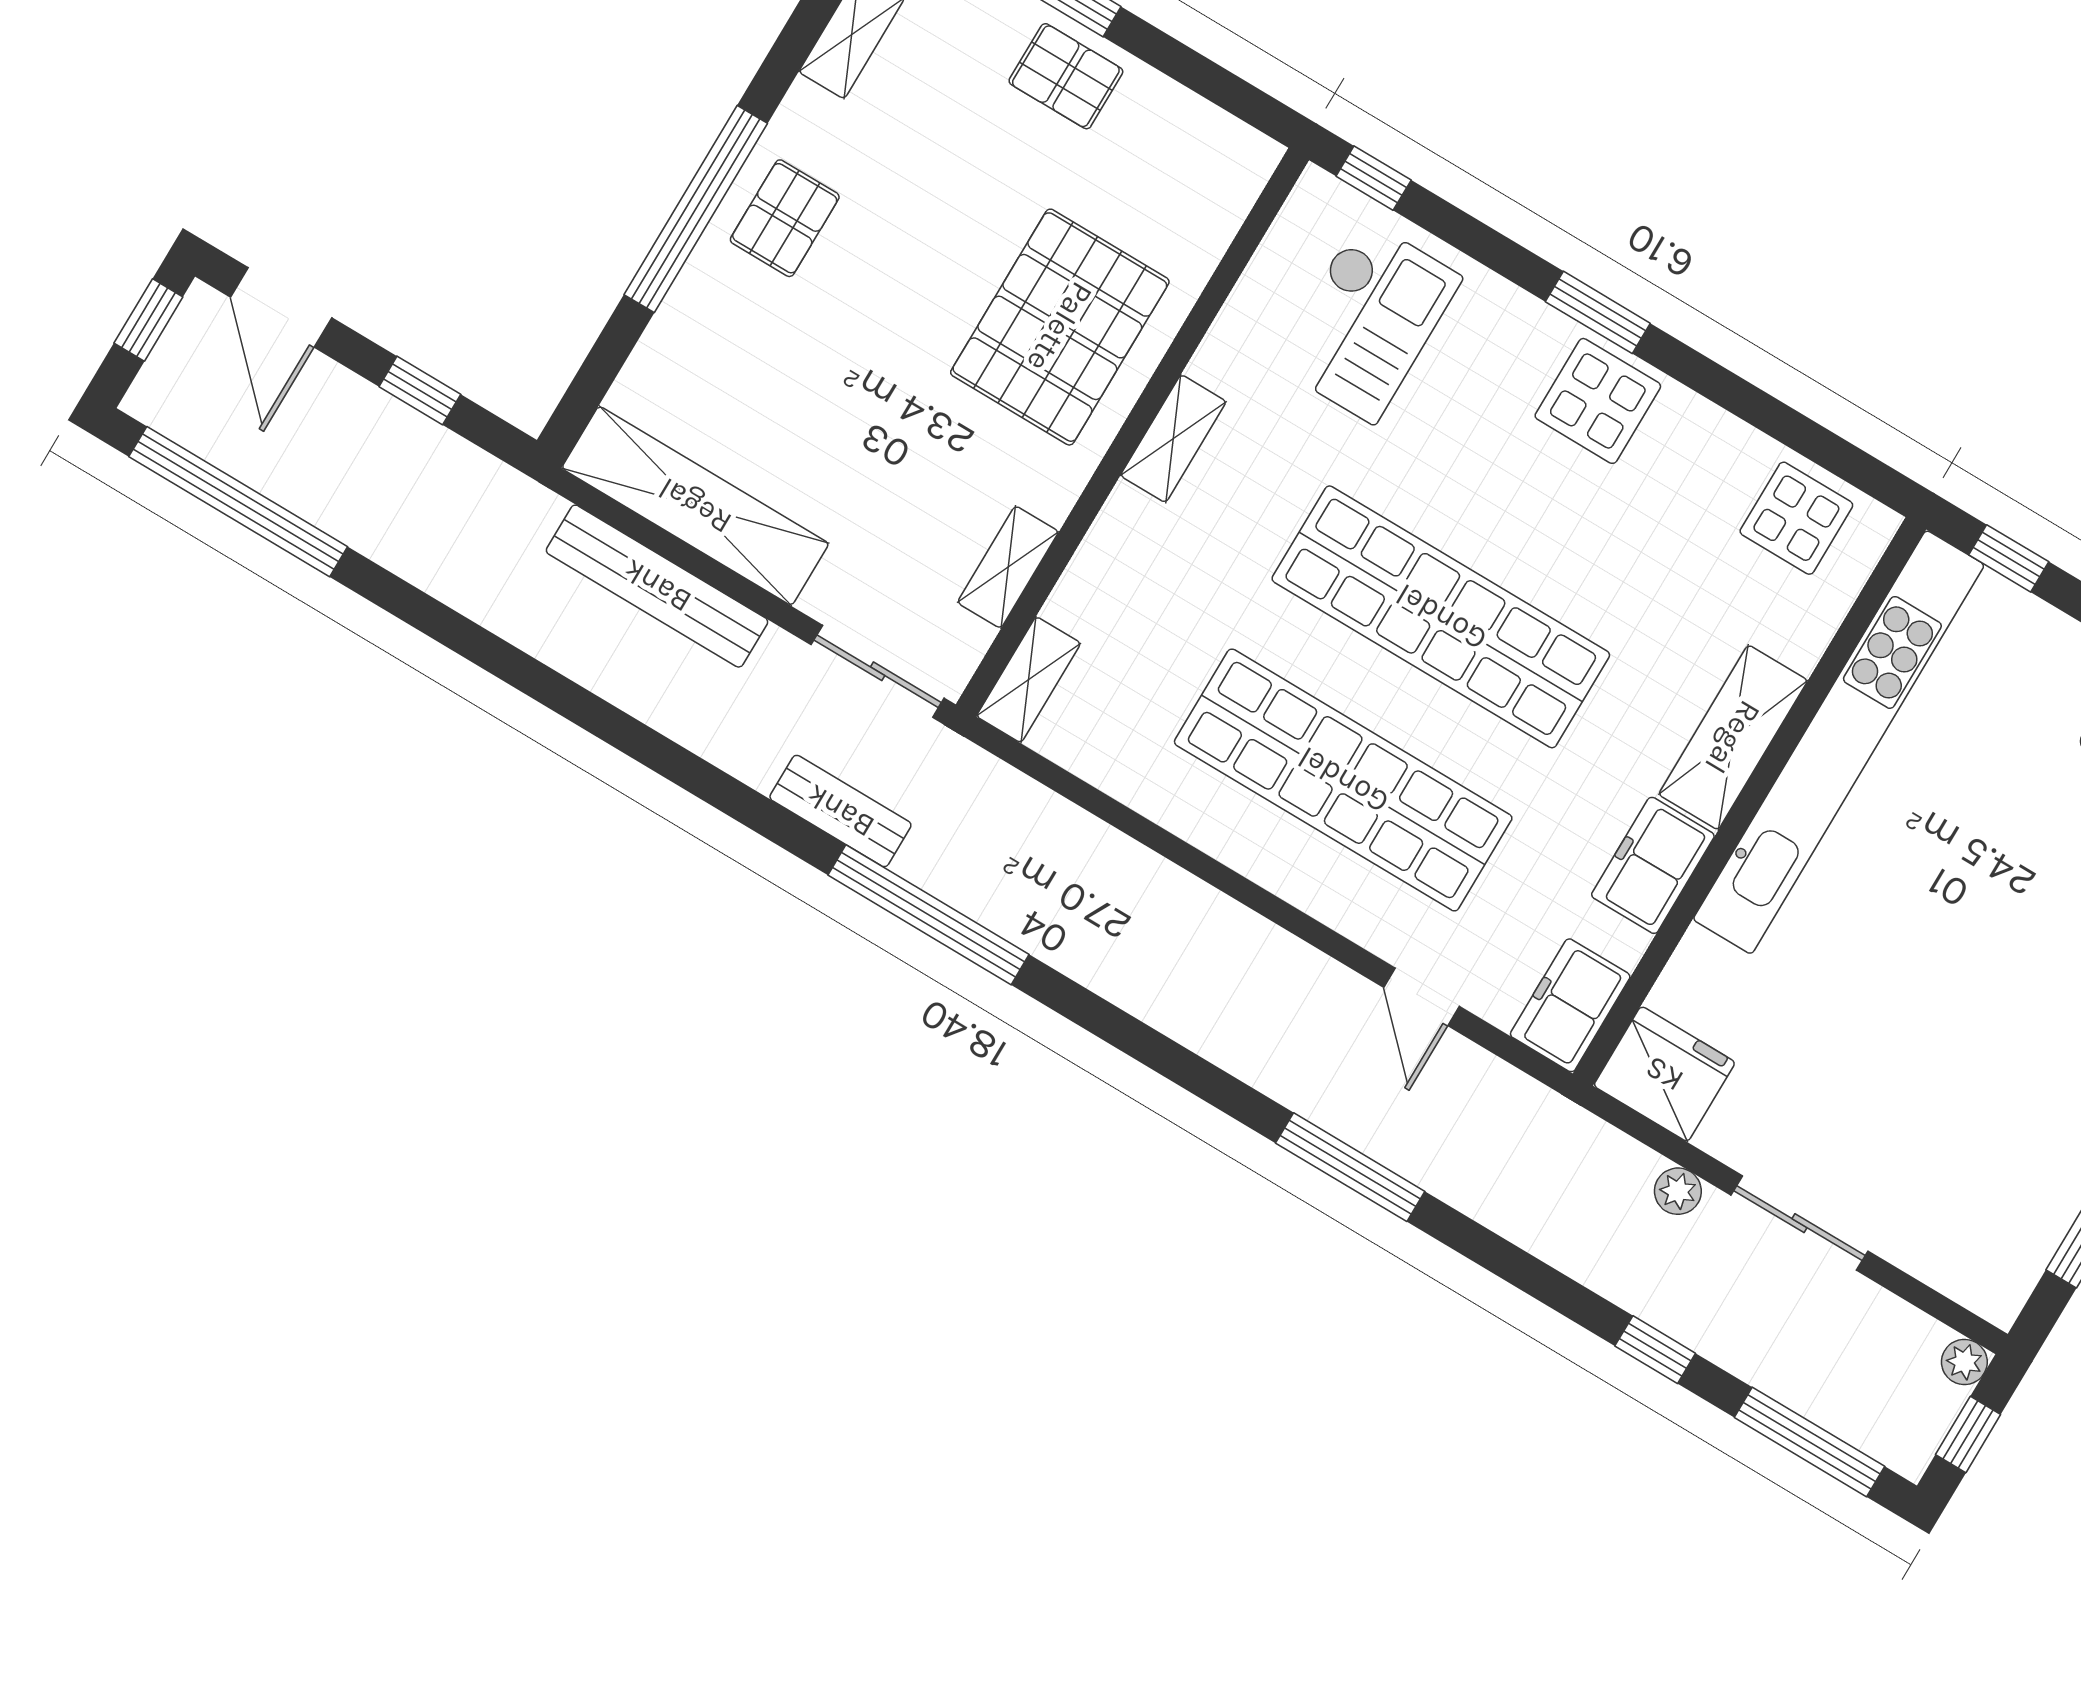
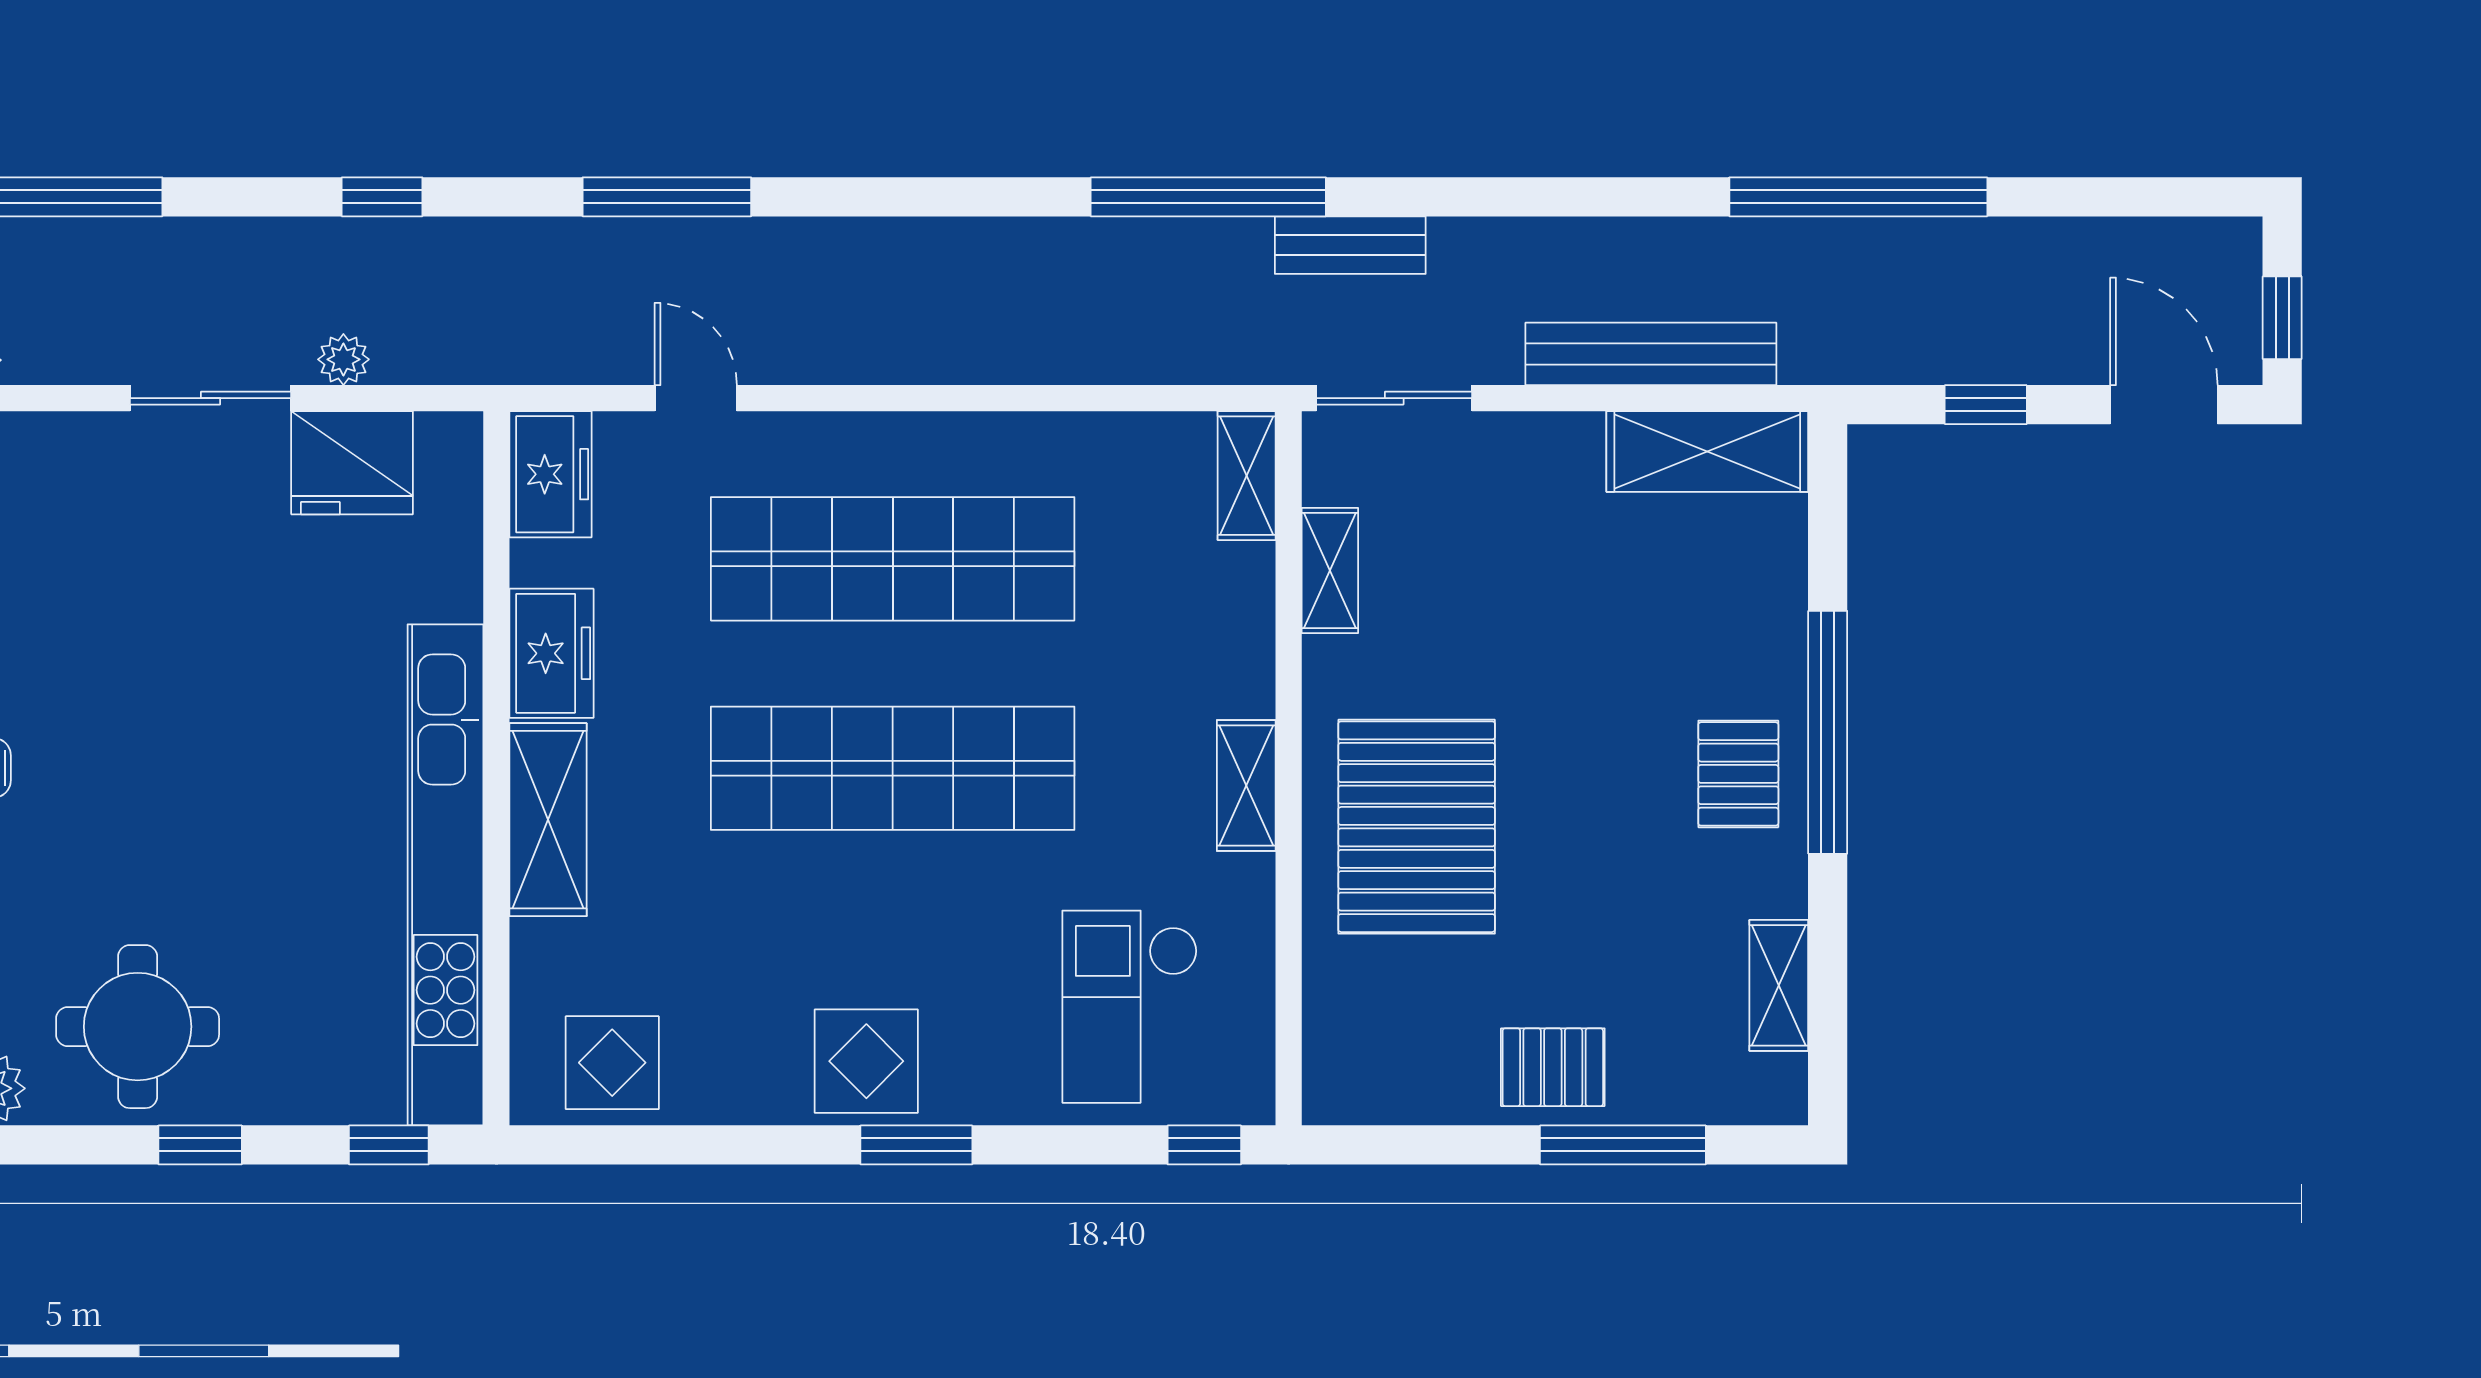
window: (238, 502) -> (1858, 197), moved
shelving: (695, 506) -> (1707, 451), width x0.68
fridge: (1664, 1074) -> (352, 463), moved
window: (1655, 1350) -> (382, 197), moved

